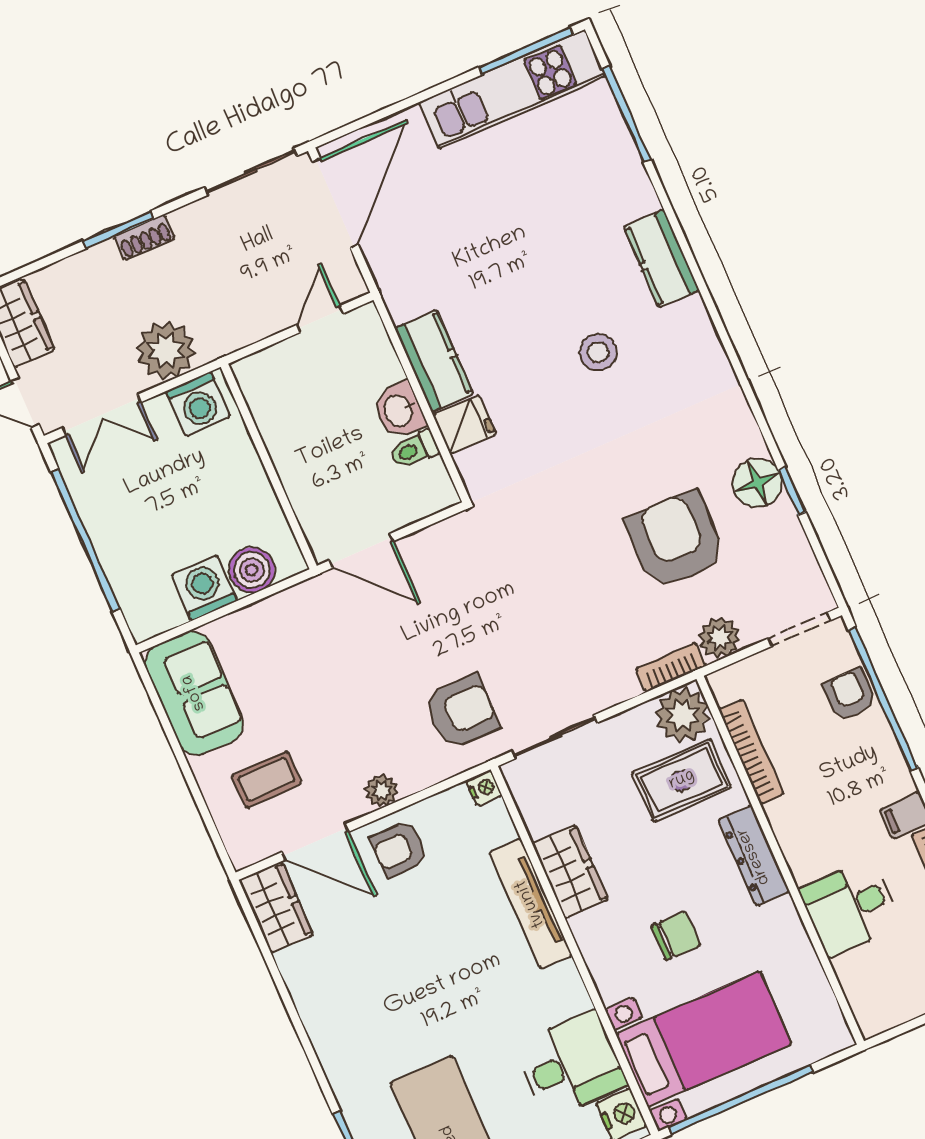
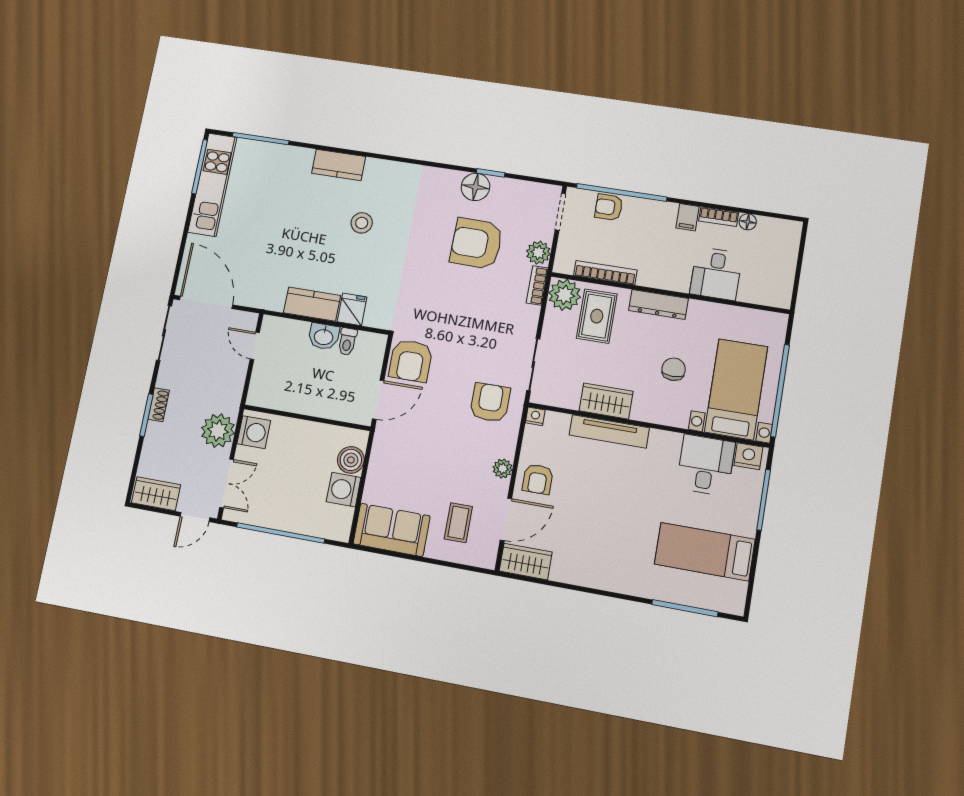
armchair: (447, 560) -> (411, 361), added

